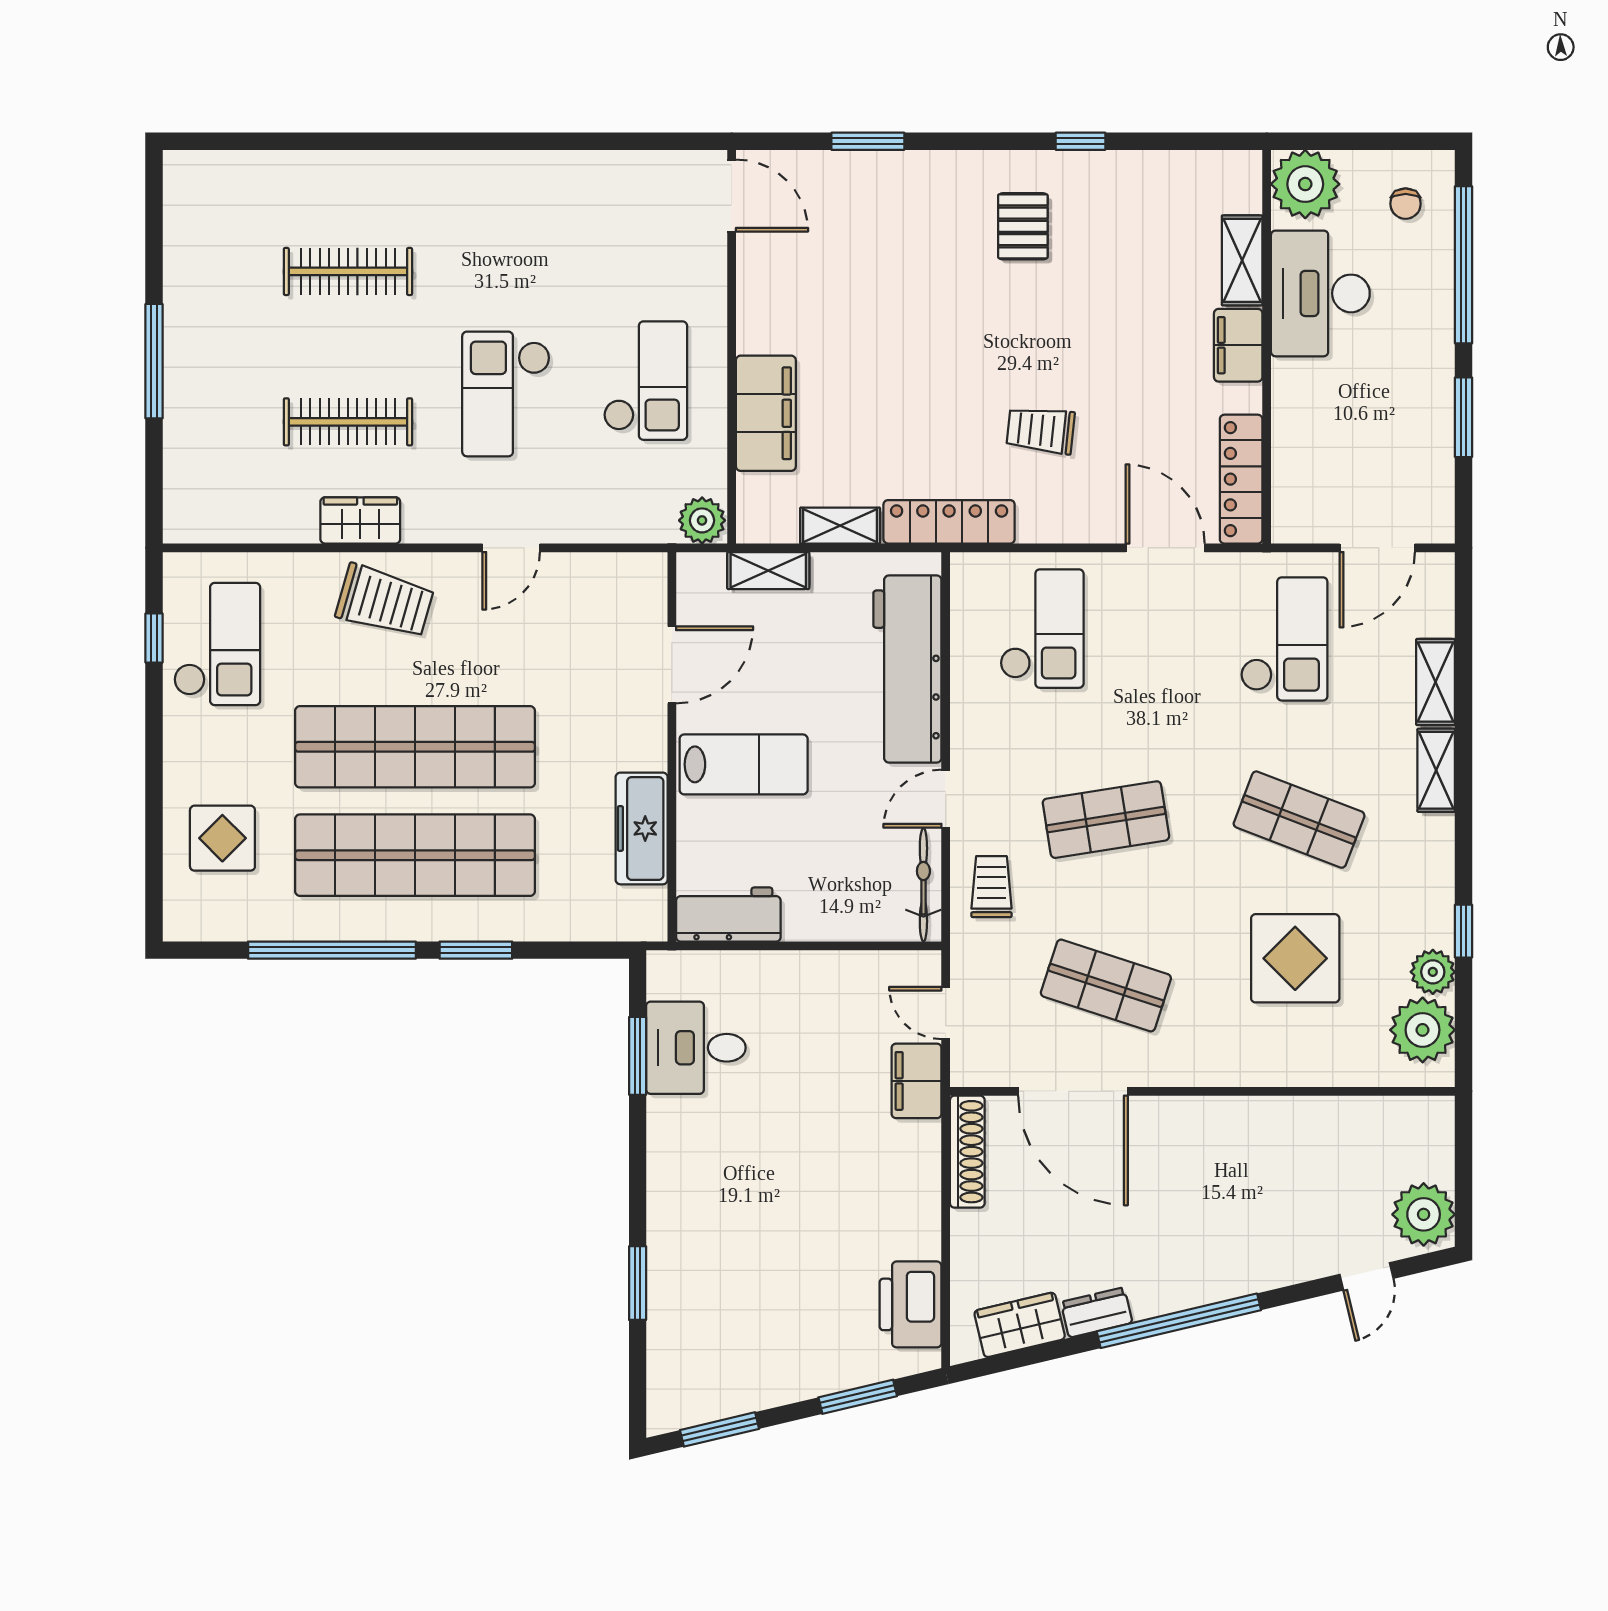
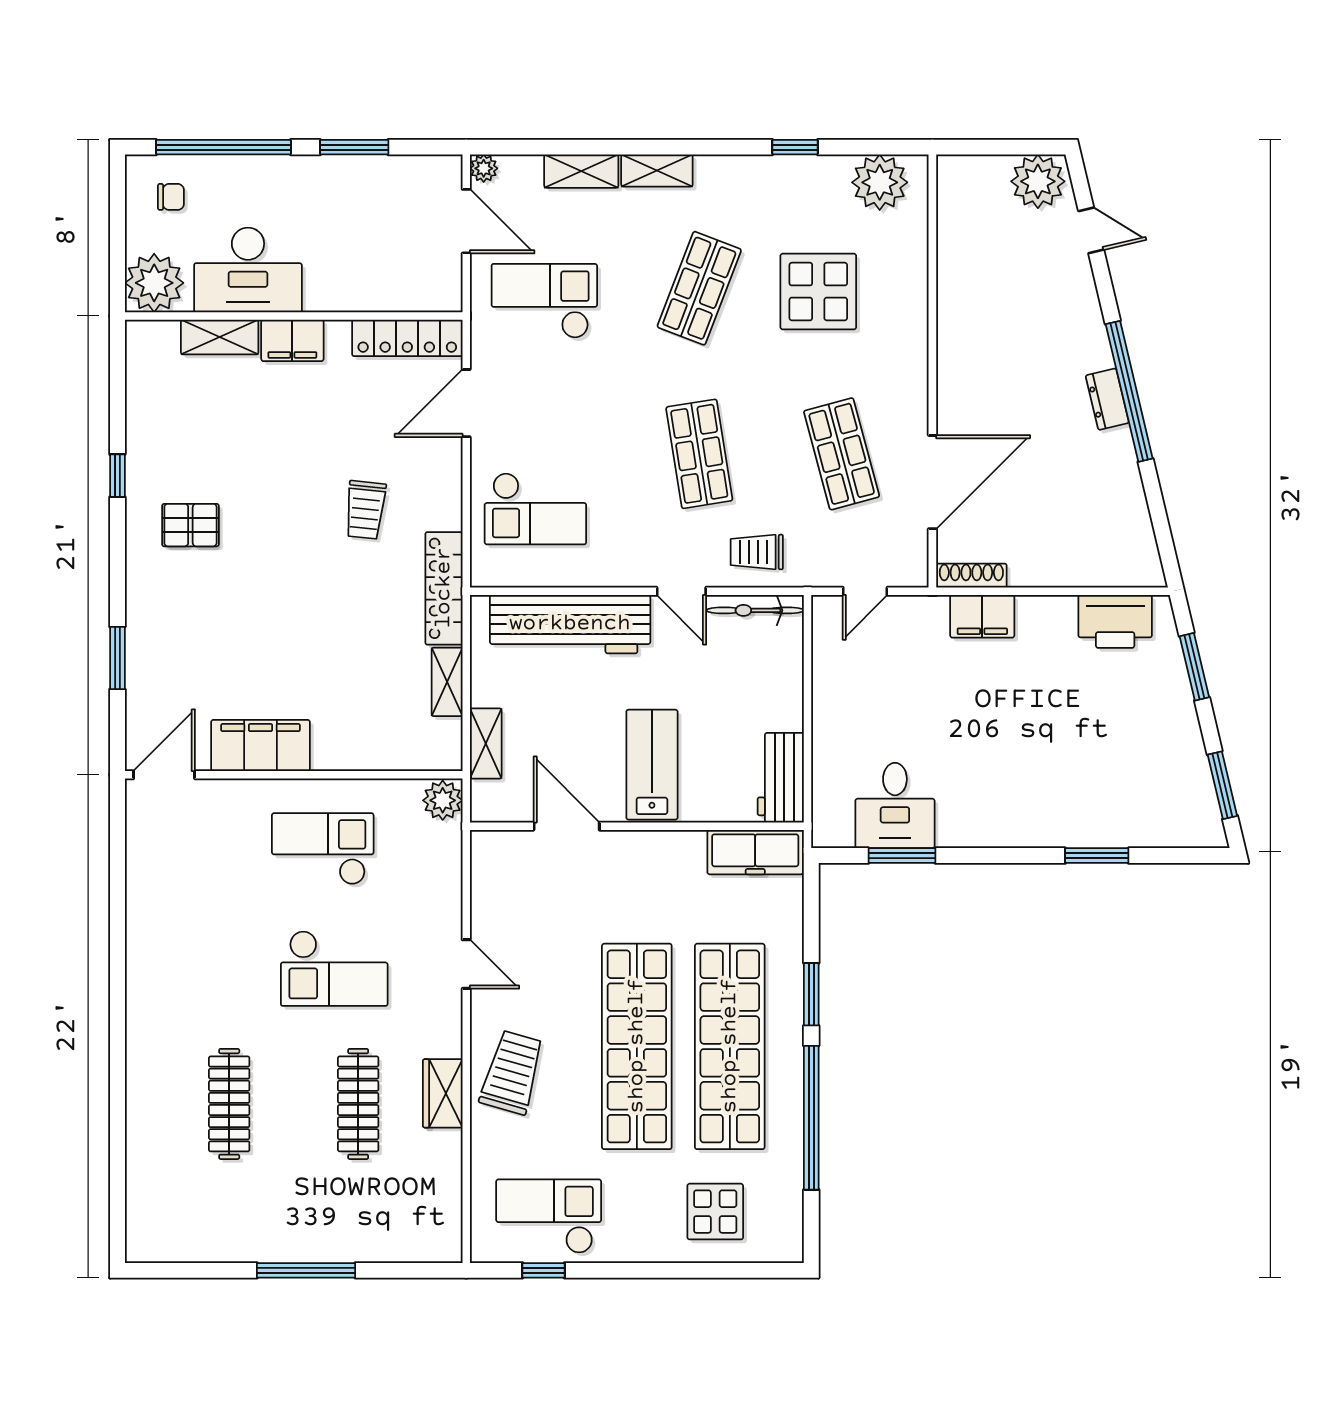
filing cabinet: (766, 413) -> (260, 746), moved
checkout: (1042, 629) -> (535, 509), turned 180
freezer: (642, 828) -> (755, 852), moved
plant: (1433, 972) -> (484, 168), moved, width x0.73, depth x0.73
shop shelf: (1106, 986) -> (842, 454), turned -33
filing cabinet: (917, 1081) -> (982, 616), moved
shoe rack: (967, 1152) -> (971, 576), width x0.74, depth x0.81
dresser: (1097, 1312) -> (1107, 399), moved
wardrobe: (1020, 1325) -> (1133, 528), removed

